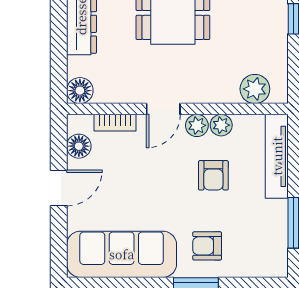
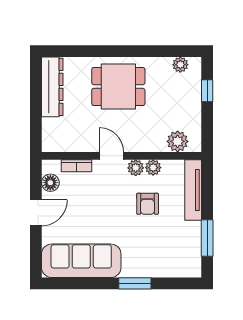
floor lamp: (80, 91) -> (51, 143), removed
door: (163, 109) -> (111, 156), swing flipped
armchair: (207, 246) -> (143, 255), removed

